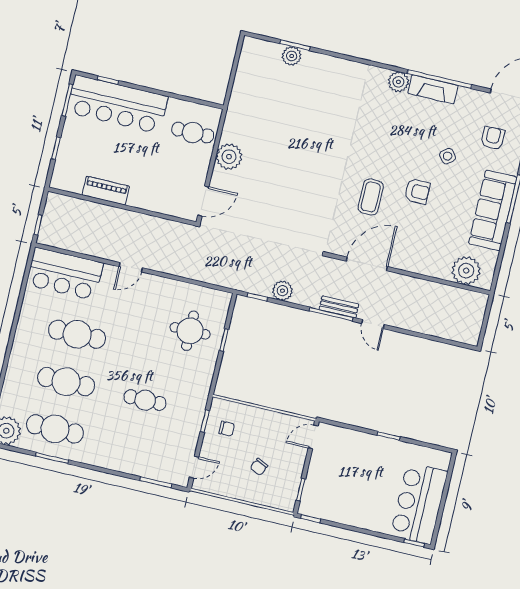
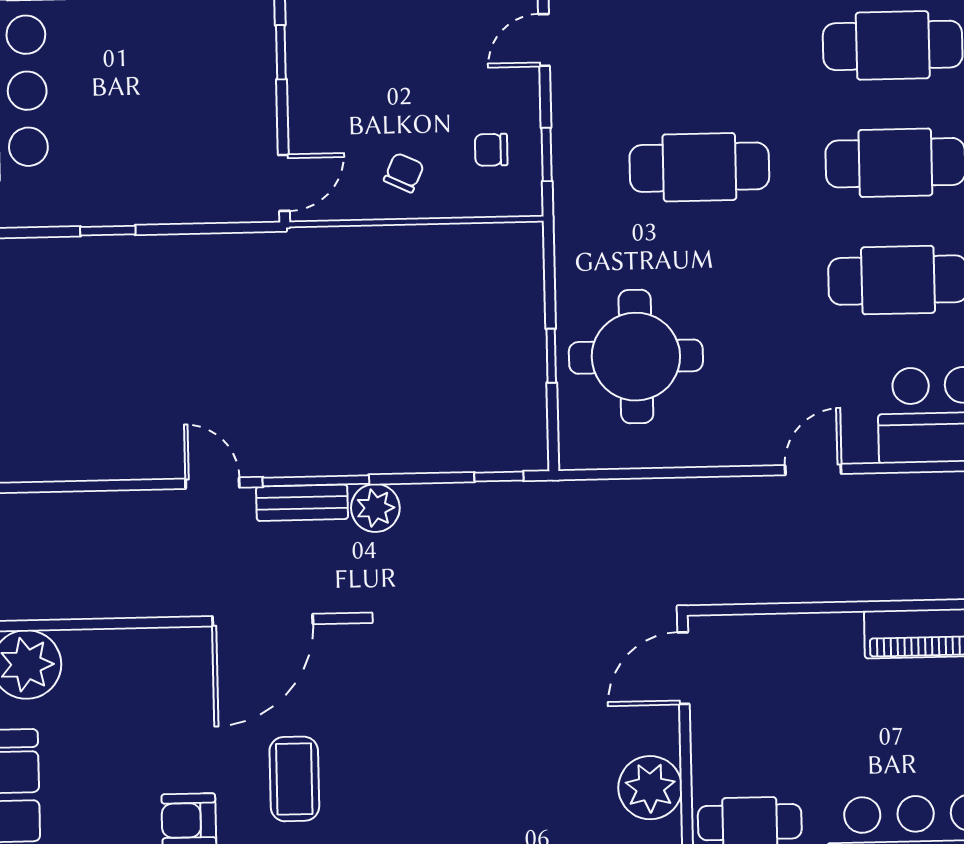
plant: (282, 291) -> (375, 508), moved
round table: (190, 331) -> (636, 357), width x1.36, depth x1.36
cafe table: (145, 400) -> (699, 167), width x1.37, depth x1.35
chair: (259, 467) -> (404, 173), moved

